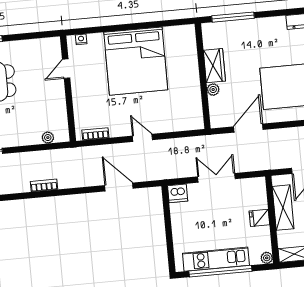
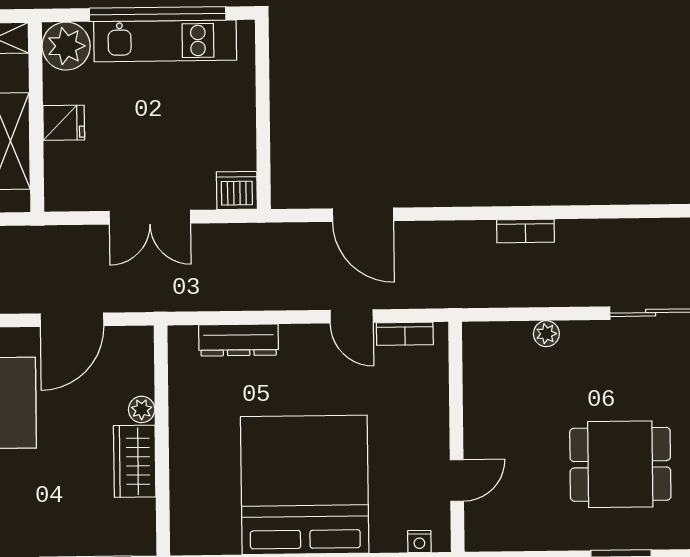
dresser: (171, 125) -> (238, 340), added
plant: (48, 138) -> (546, 334), moved
door: (142, 138) -> (352, 316), moved
plant: (267, 258) -> (66, 46), width x1.88, depth x1.88

